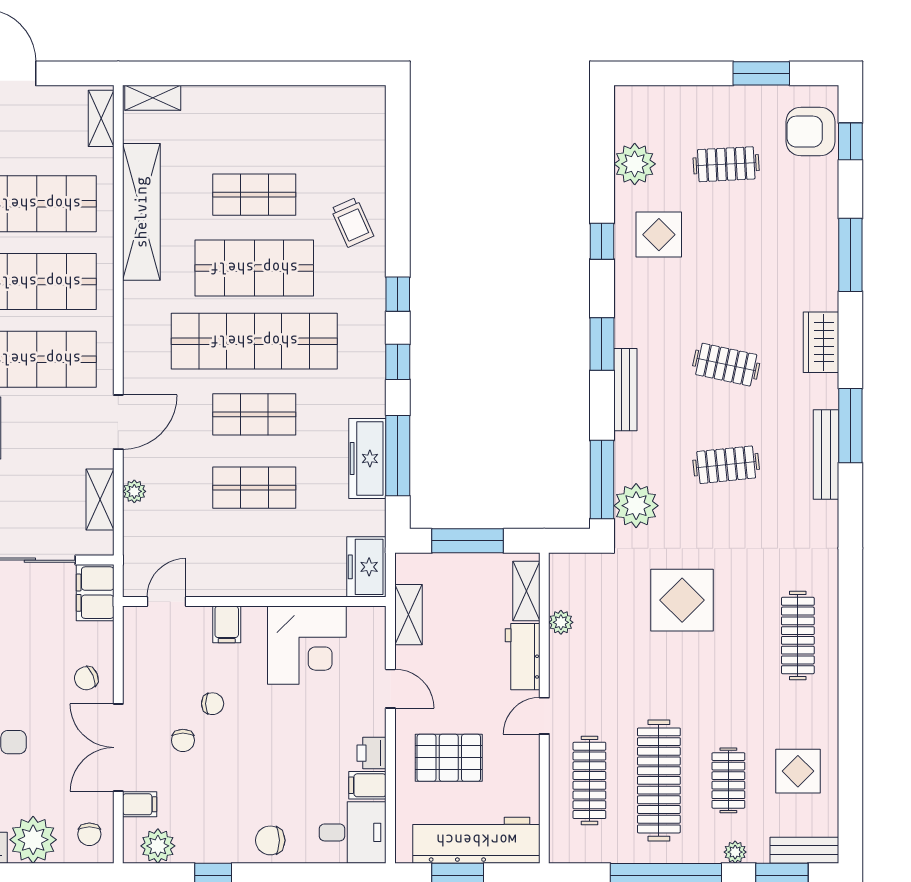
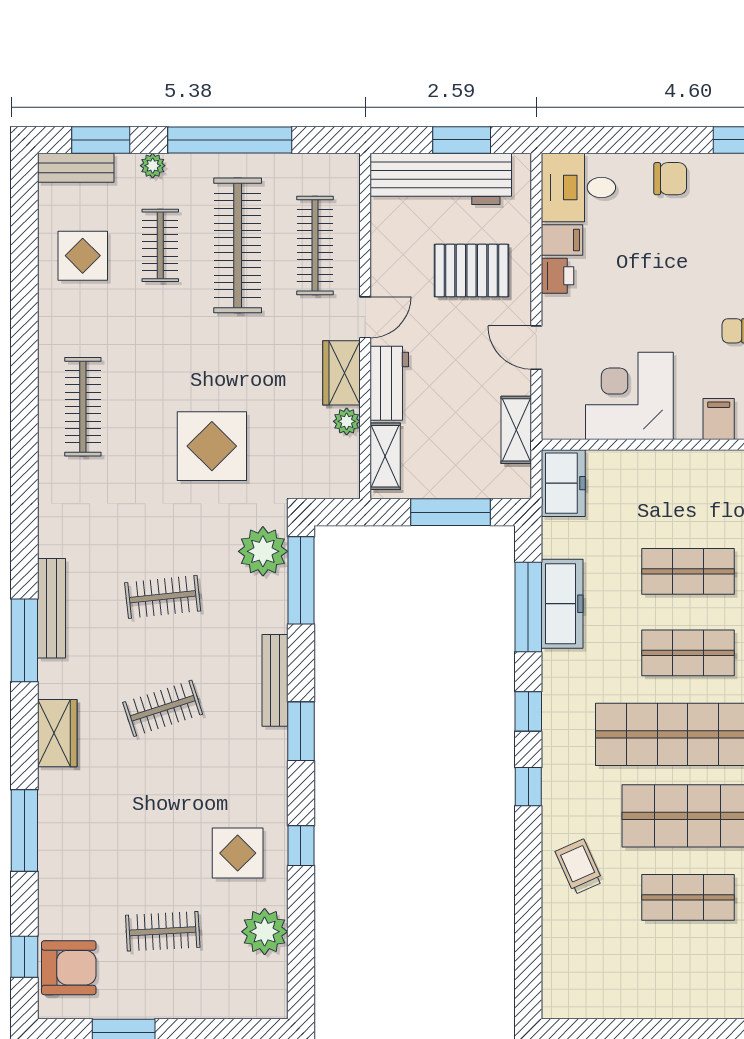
clothes rail: (726, 365) -> (163, 708), turned -30
wardrobe: (565, 666) -> (342, 373), added

